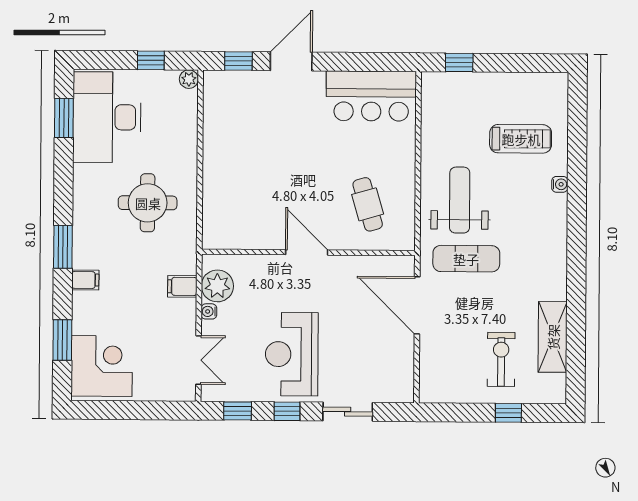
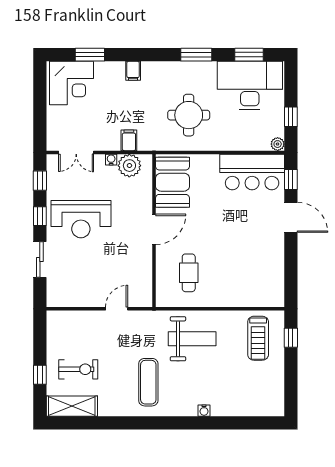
bar counter: (371, 96) -> (252, 172), moved, turned -90
treadmill: (521, 139) -> (258, 338), moved
cafe table: (368, 204) -> (189, 273), turned -74
booth: (241, 226) -> (172, 182), added
window: (63, 247) -> (196, 55), moved
exercise mat: (466, 259) -> (148, 382), moved
door: (417, 305) -> (117, 309), width x0.53
shelving: (553, 337) -> (72, 406), moved
reception desk: (292, 354) -> (81, 219), turned 180

